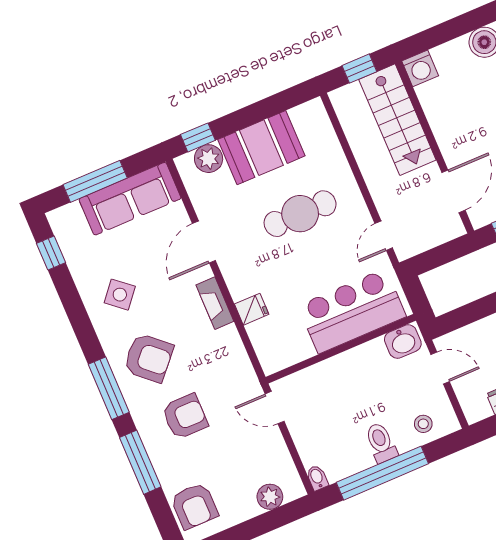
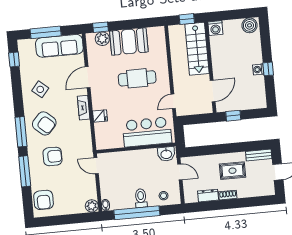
plant: (270, 497) -> (92, 206), moved

